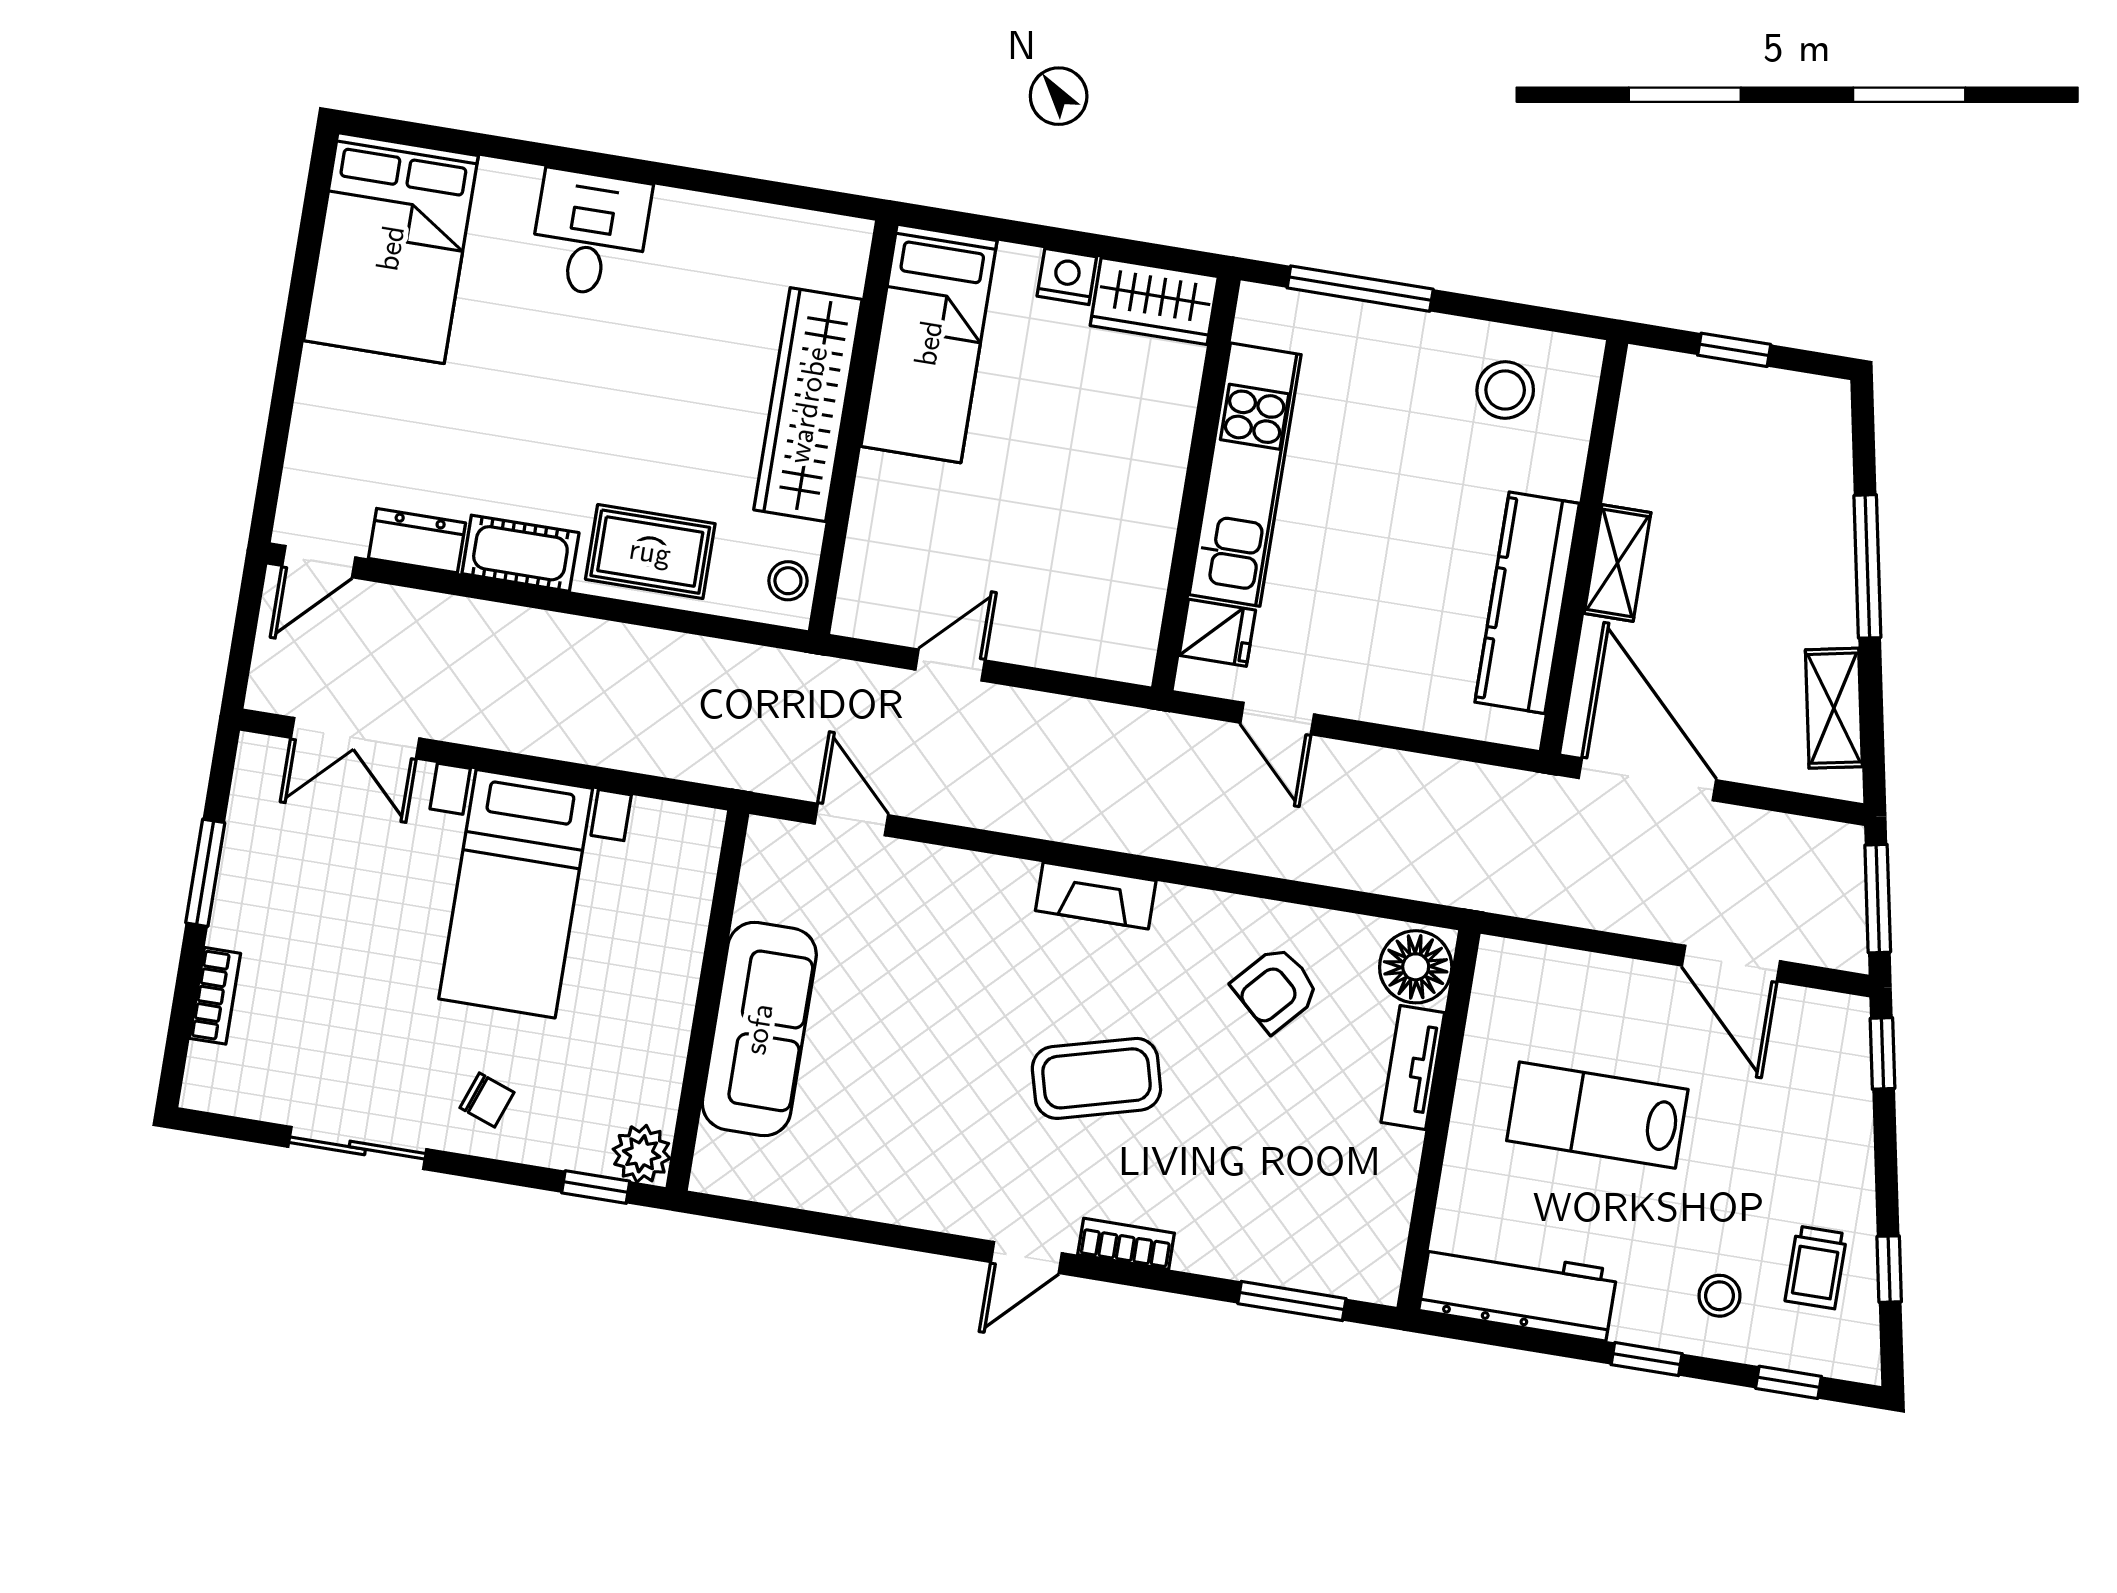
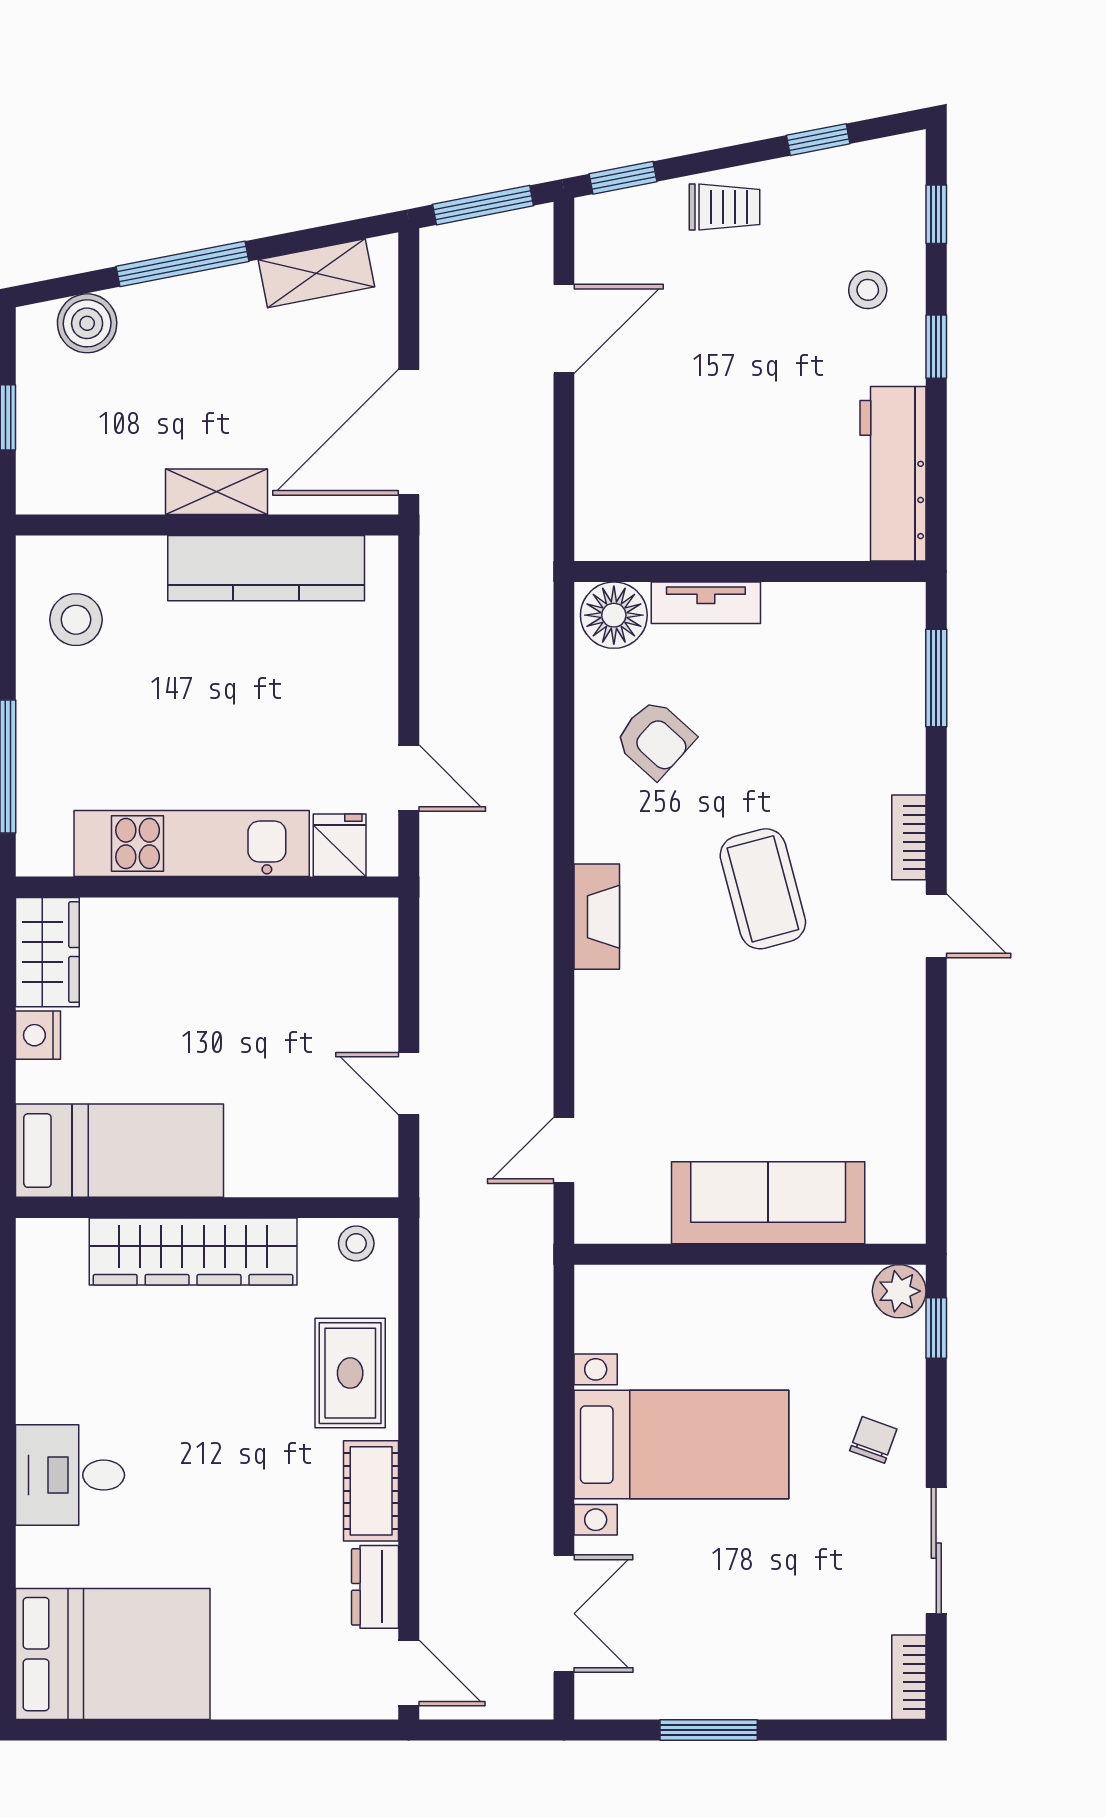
boiler: (1821, 454) -> (87, 323), added
door: (1277, 719) -> (409, 778), hinge flipped
bookcase: (215, 996) -> (909, 1677), moved, turned -90
lab bench: (1597, 1115) -> (722, 428), removed
trolley: (1816, 1267) -> (724, 207), moved

